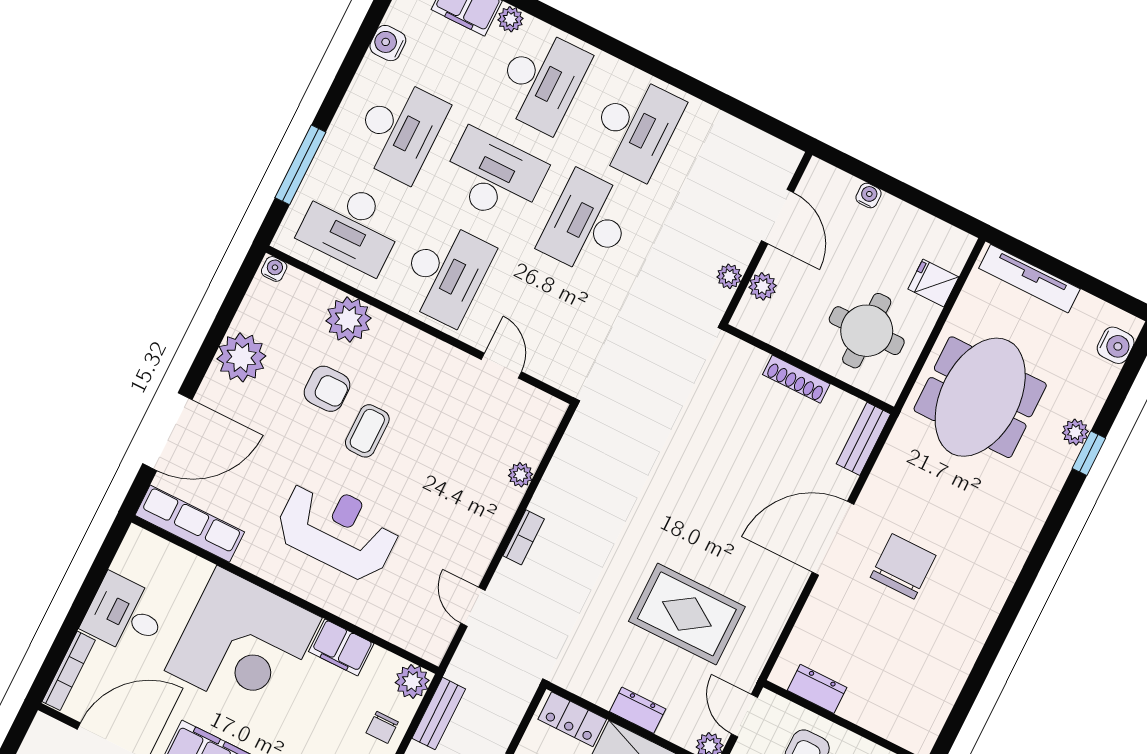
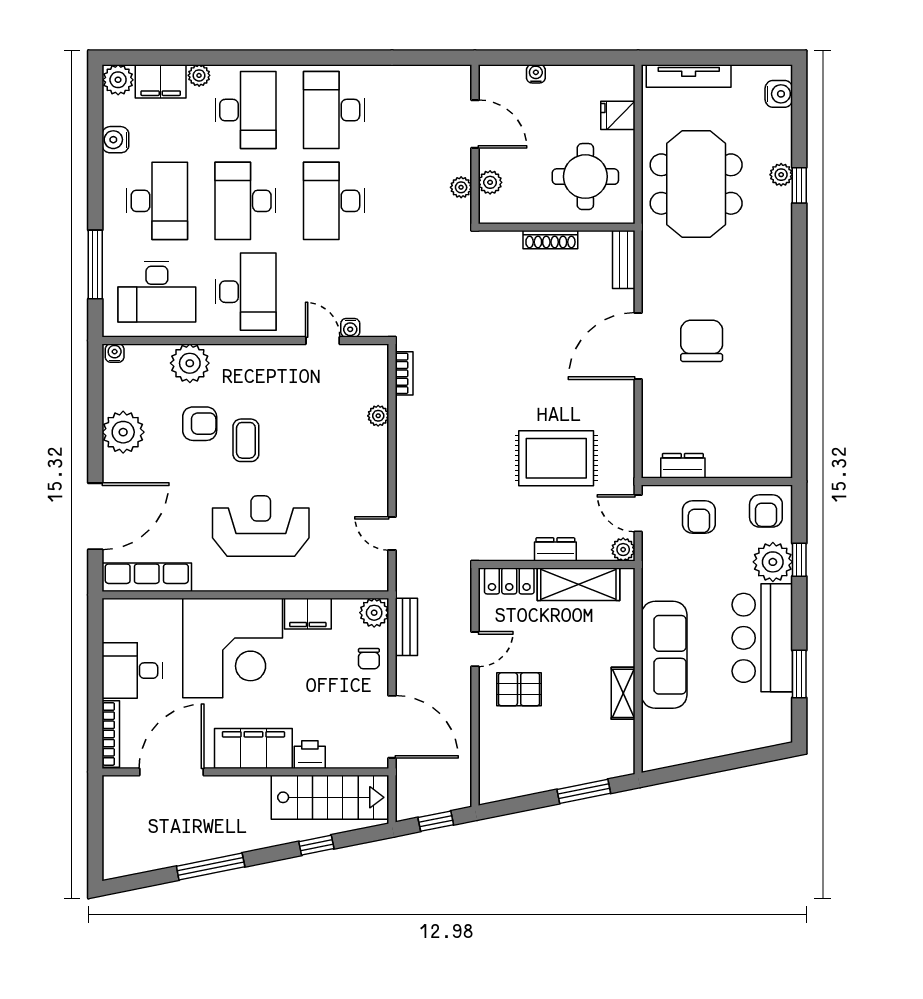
desk: (635, 127) -> (334, 110), turned 180
desk: (493, 177) -> (245, 201), turned -90
water cooler: (537, 367) -> (350, 328), added
bookcase: (524, 537) -> (404, 373), moved

